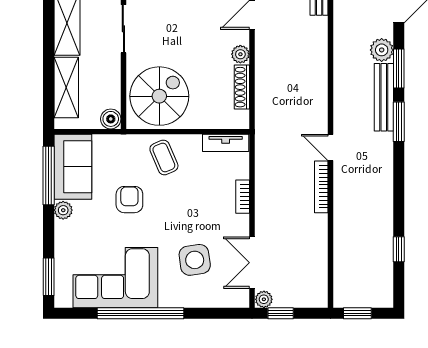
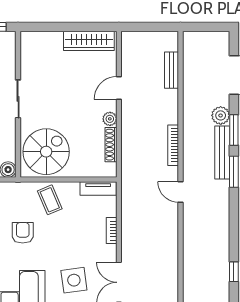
bookcase: (321, 187) -> (173, 145), moved

